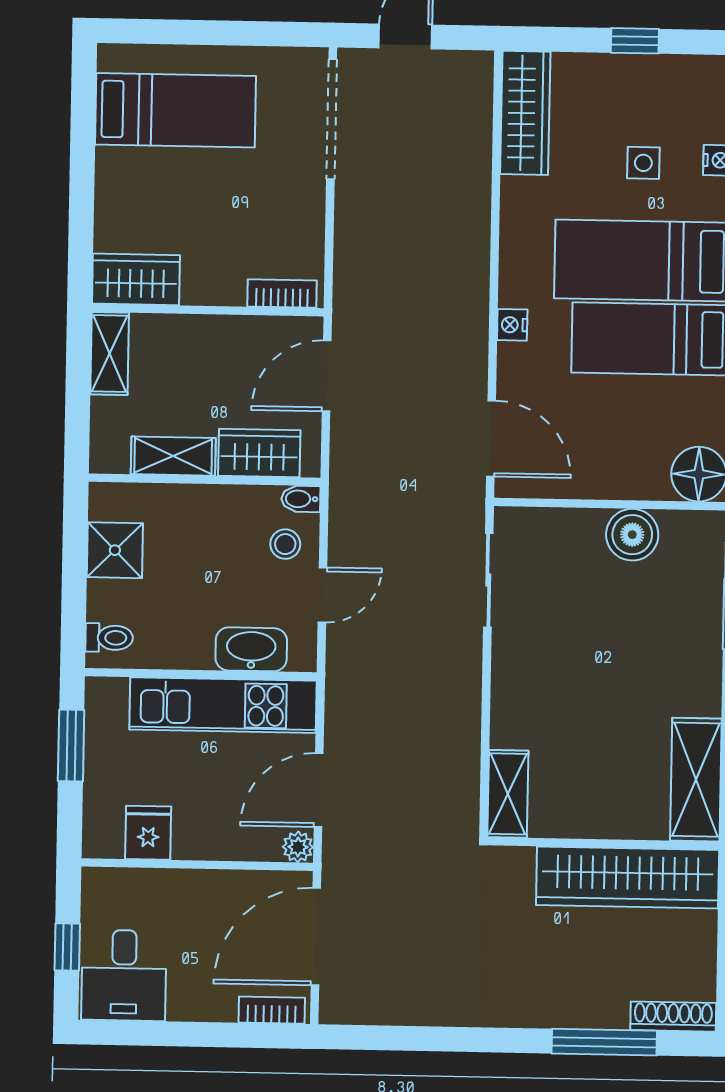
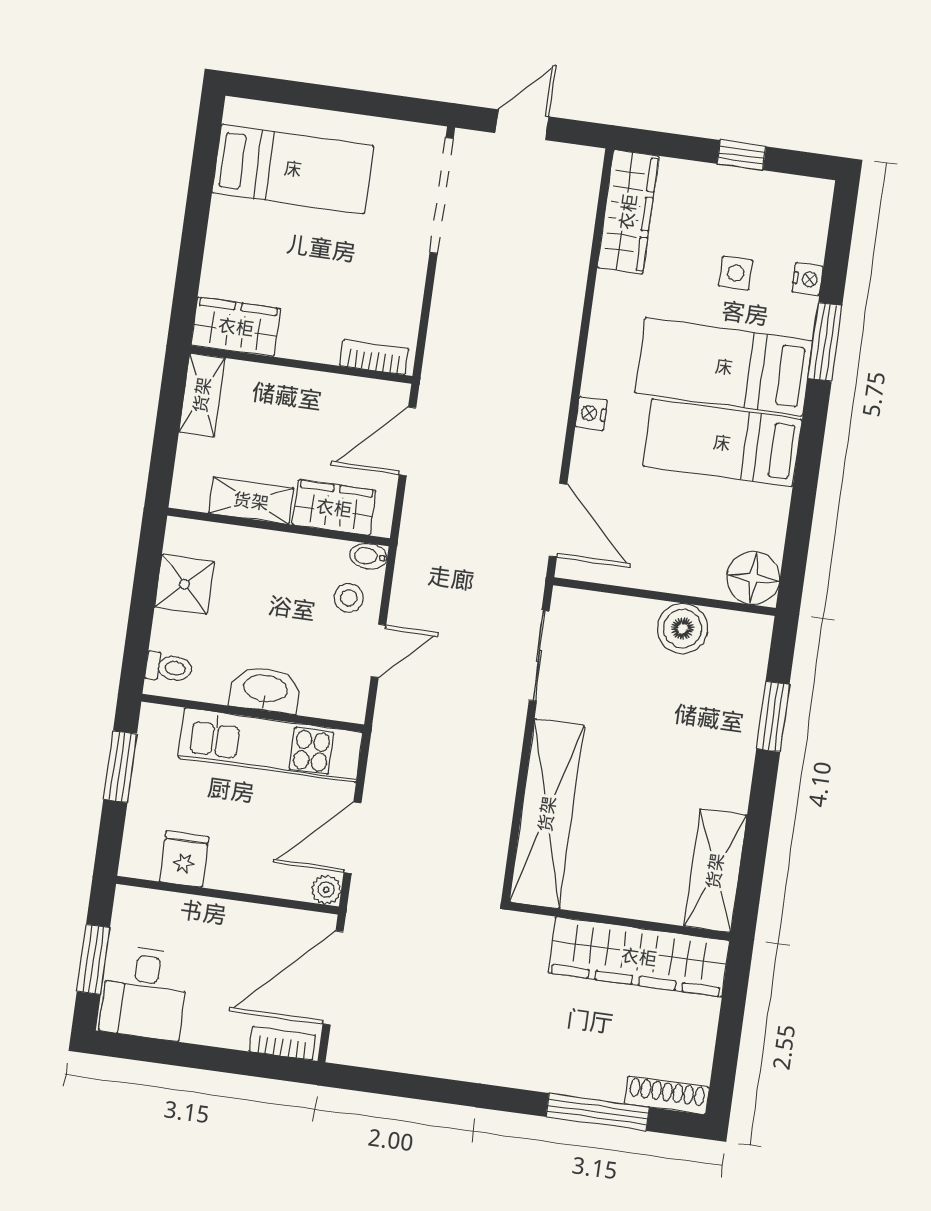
washbasin: (251, 649) -> (265, 690), moved
shelving: (508, 794) -> (547, 814), width x2.20, depth x1.33
window: (67, 947) -> (93, 959), width x1.50

